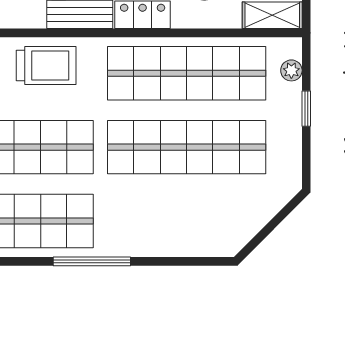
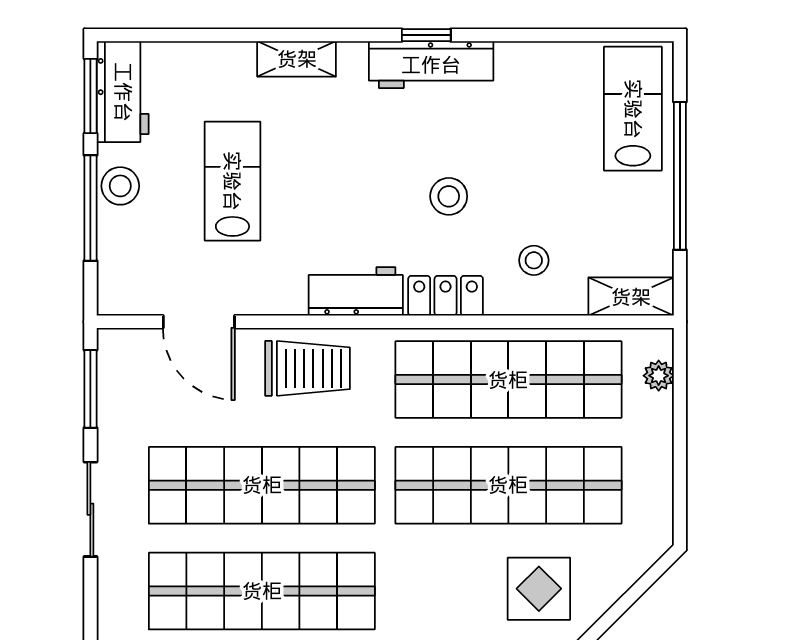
window: (306, 109) -> (680, 430), removed
display table: (208, 219) -> (539, 589), added

